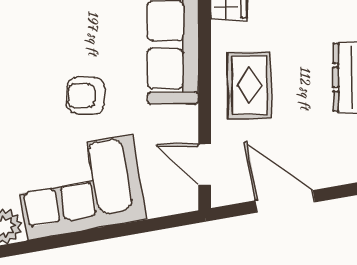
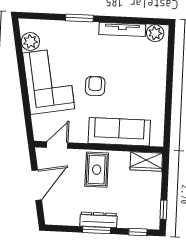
rug: (249, 85) -> (97, 170), turned 90

